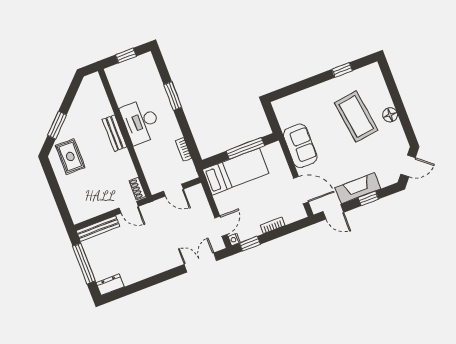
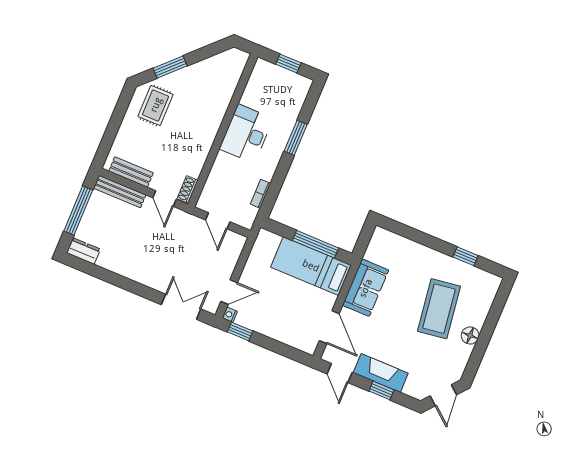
bench: (115, 133) -> (131, 172), moved, turned 90
door: (408, 166) -> (443, 395), hinge flipped
bed: (236, 171) -> (311, 266), moved, turned 180
bookcase: (273, 225) -> (275, 334), removed

